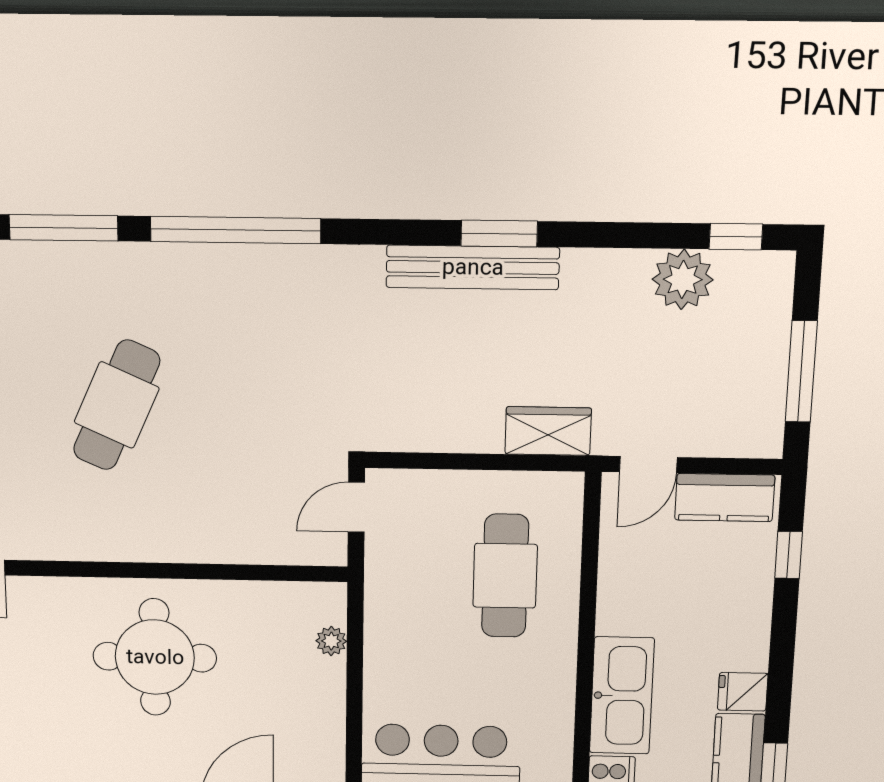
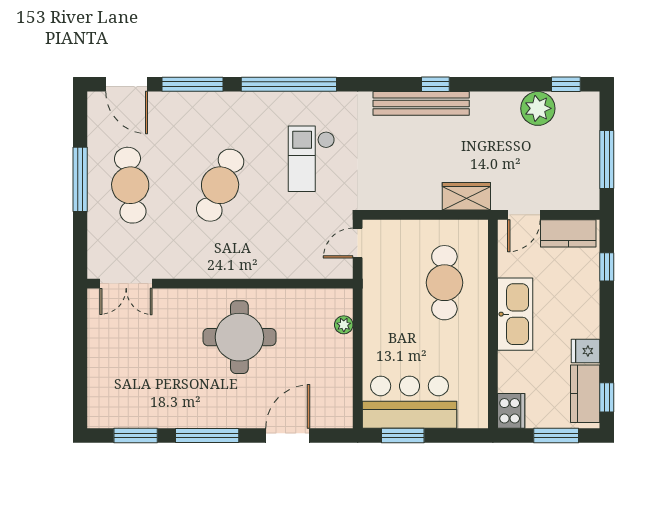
window: (499, 234) -> (435, 84), width x0.67
checkout: (276, 362) -> (311, 159), added
kitchen sink: (622, 696) -> (515, 314), moved

